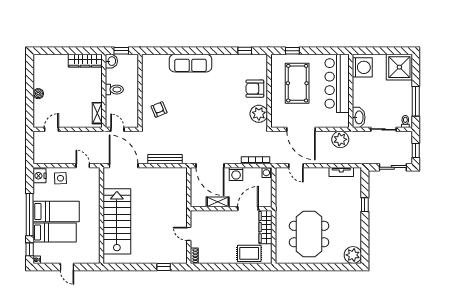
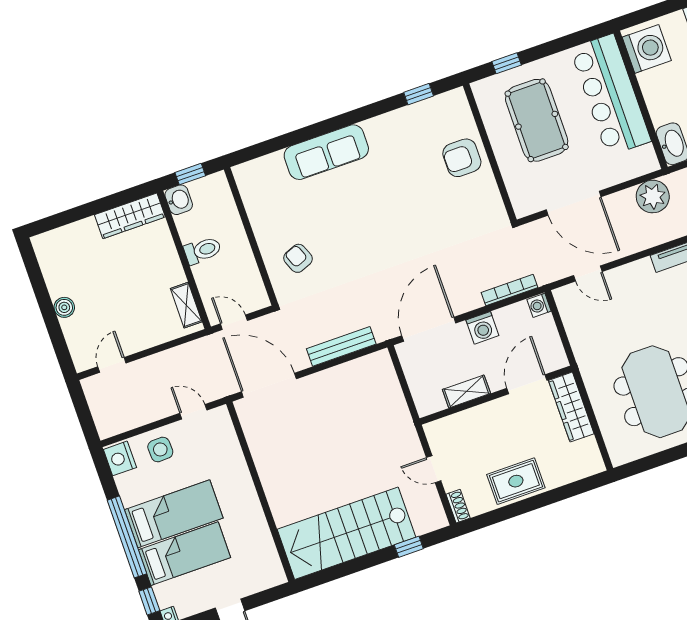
plant: (259, 114) -> (485, 202), removed
door: (210, 166) -> (429, 329), swing flipped
stairs: (117, 221) -> (346, 533), moved, turned -90
rug: (249, 253) -> (516, 481), moved

